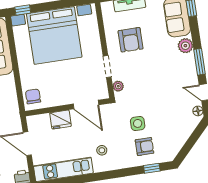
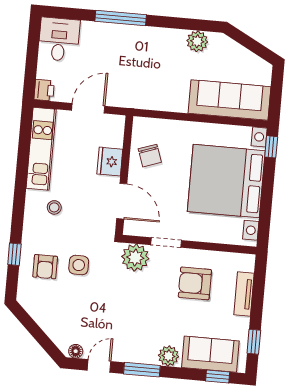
plant: (118, 86) -> (135, 258), width x1.88, depth x1.88
chair: (33, 96) -> (150, 156), moved, turned 71
door: (86, 104) -> (122, 201), swing flipped
window: (152, 168) -> (14, 254), moved

